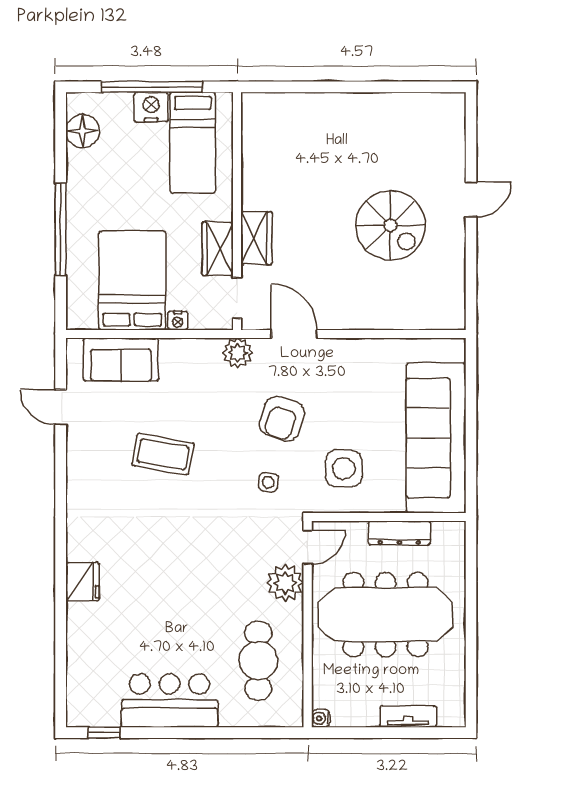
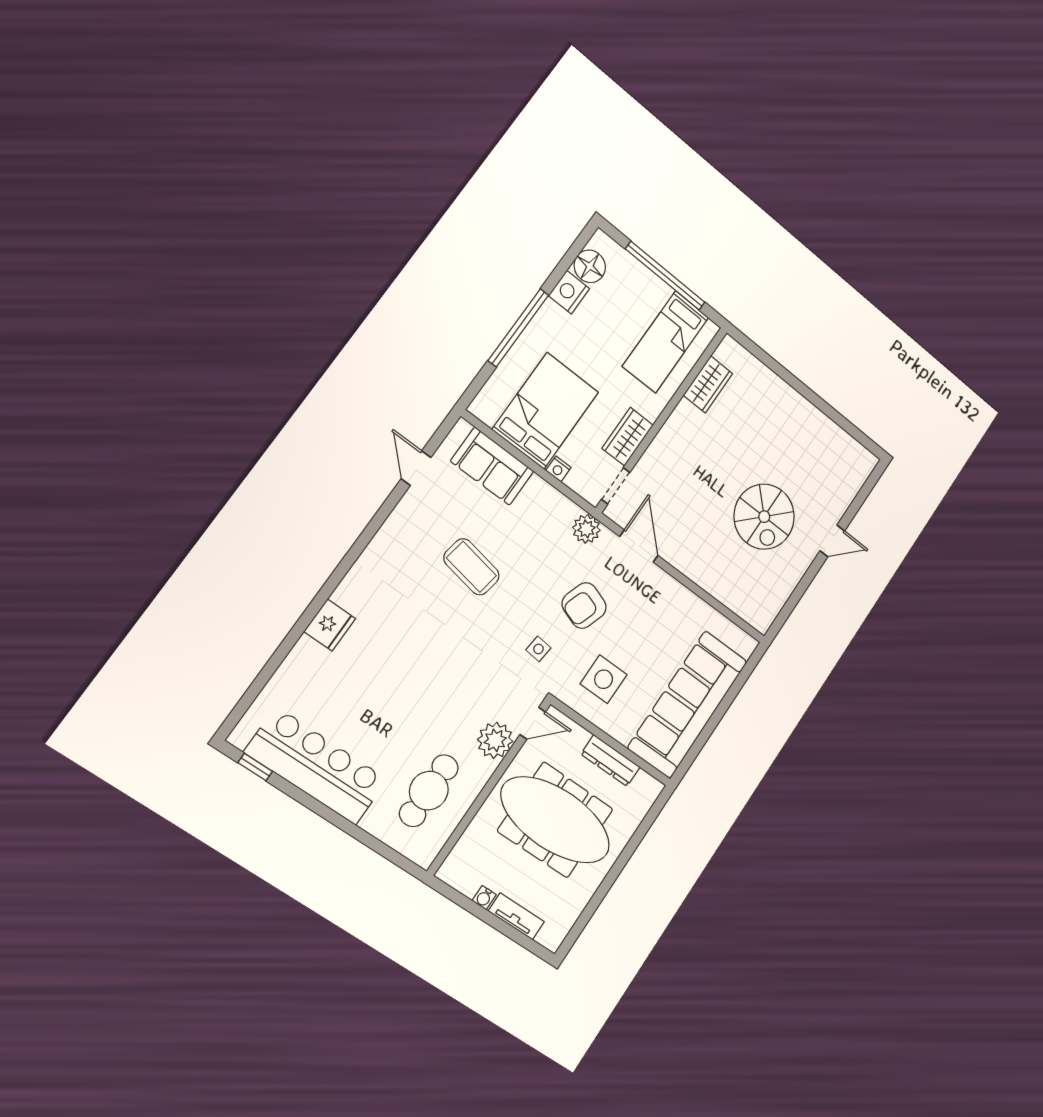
nightstand: (151, 107) -> (569, 292), moved, turned -90
wardrobe: (256, 238) -> (708, 384), moved
bar counter: (170, 701) -> (316, 766), width x1.36
water cooler: (321, 718) -> (484, 898), moved, turned -90

